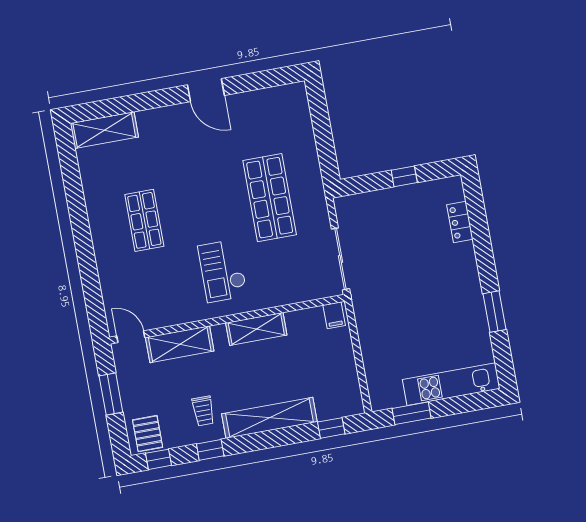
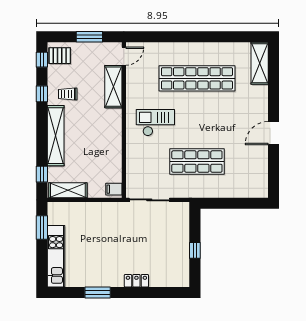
shop shelf: (144, 220) -> (197, 78), width x2.00, depth x1.36
locker: (460, 222) -> (136, 281), moved
shelving: (256, 329) -> (68, 190), moved, turned 90

